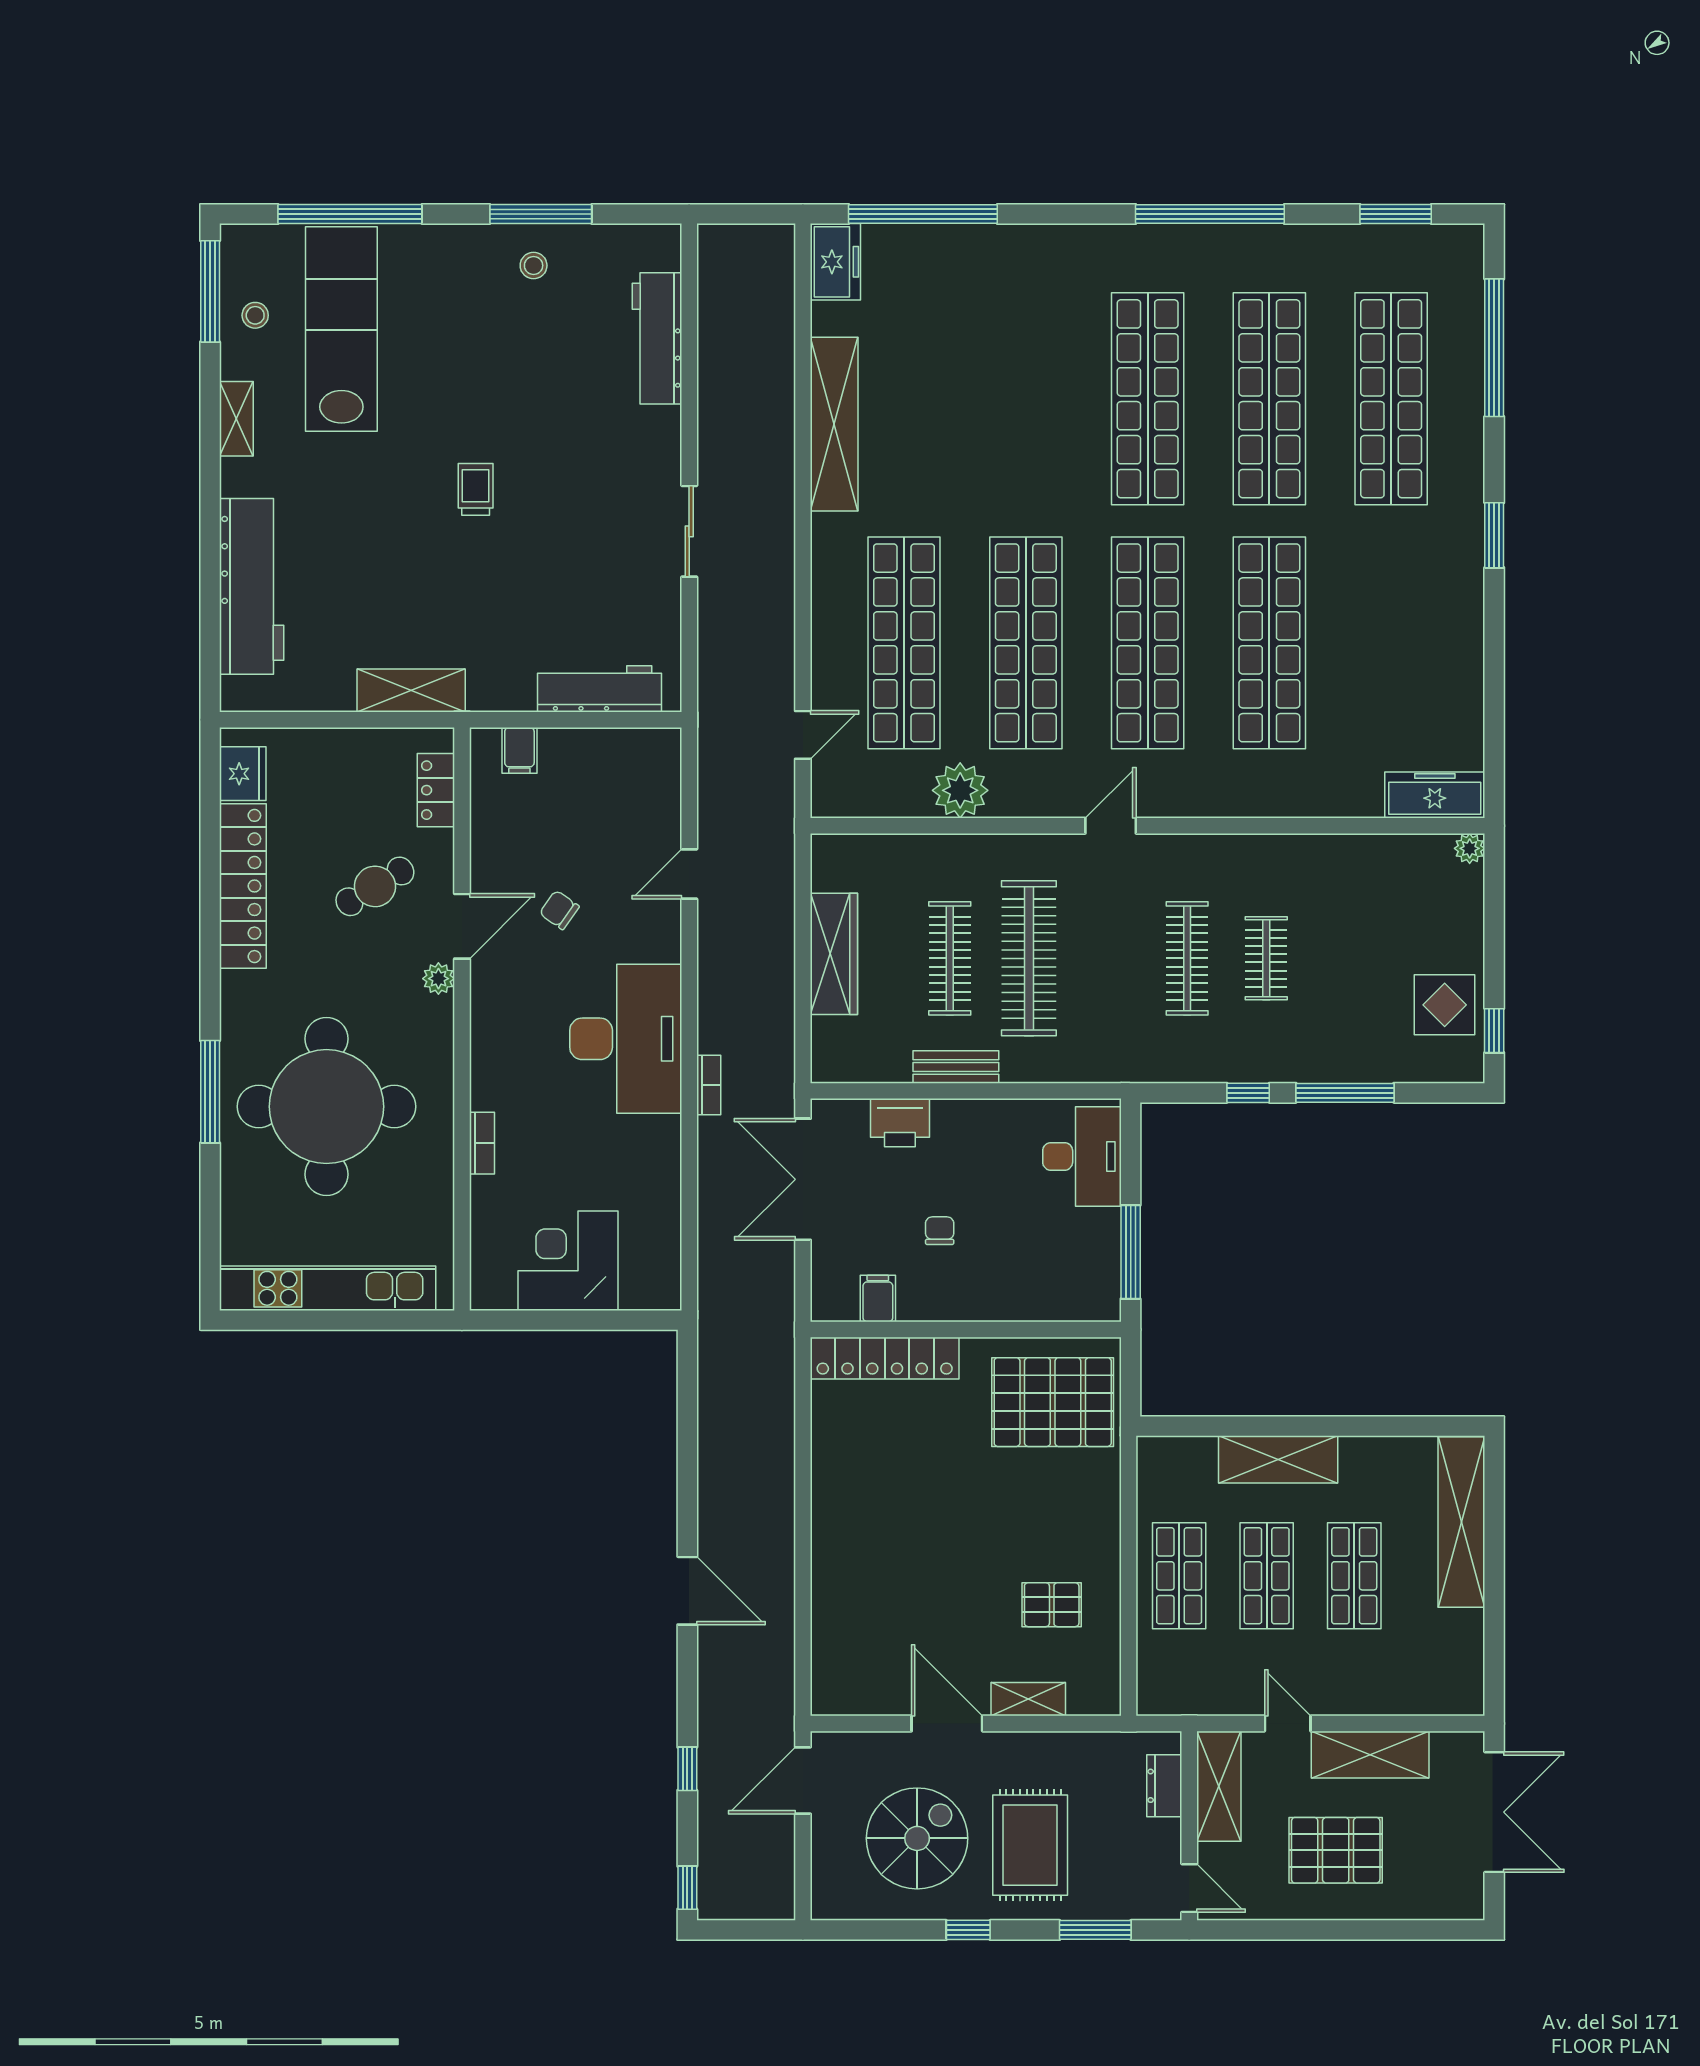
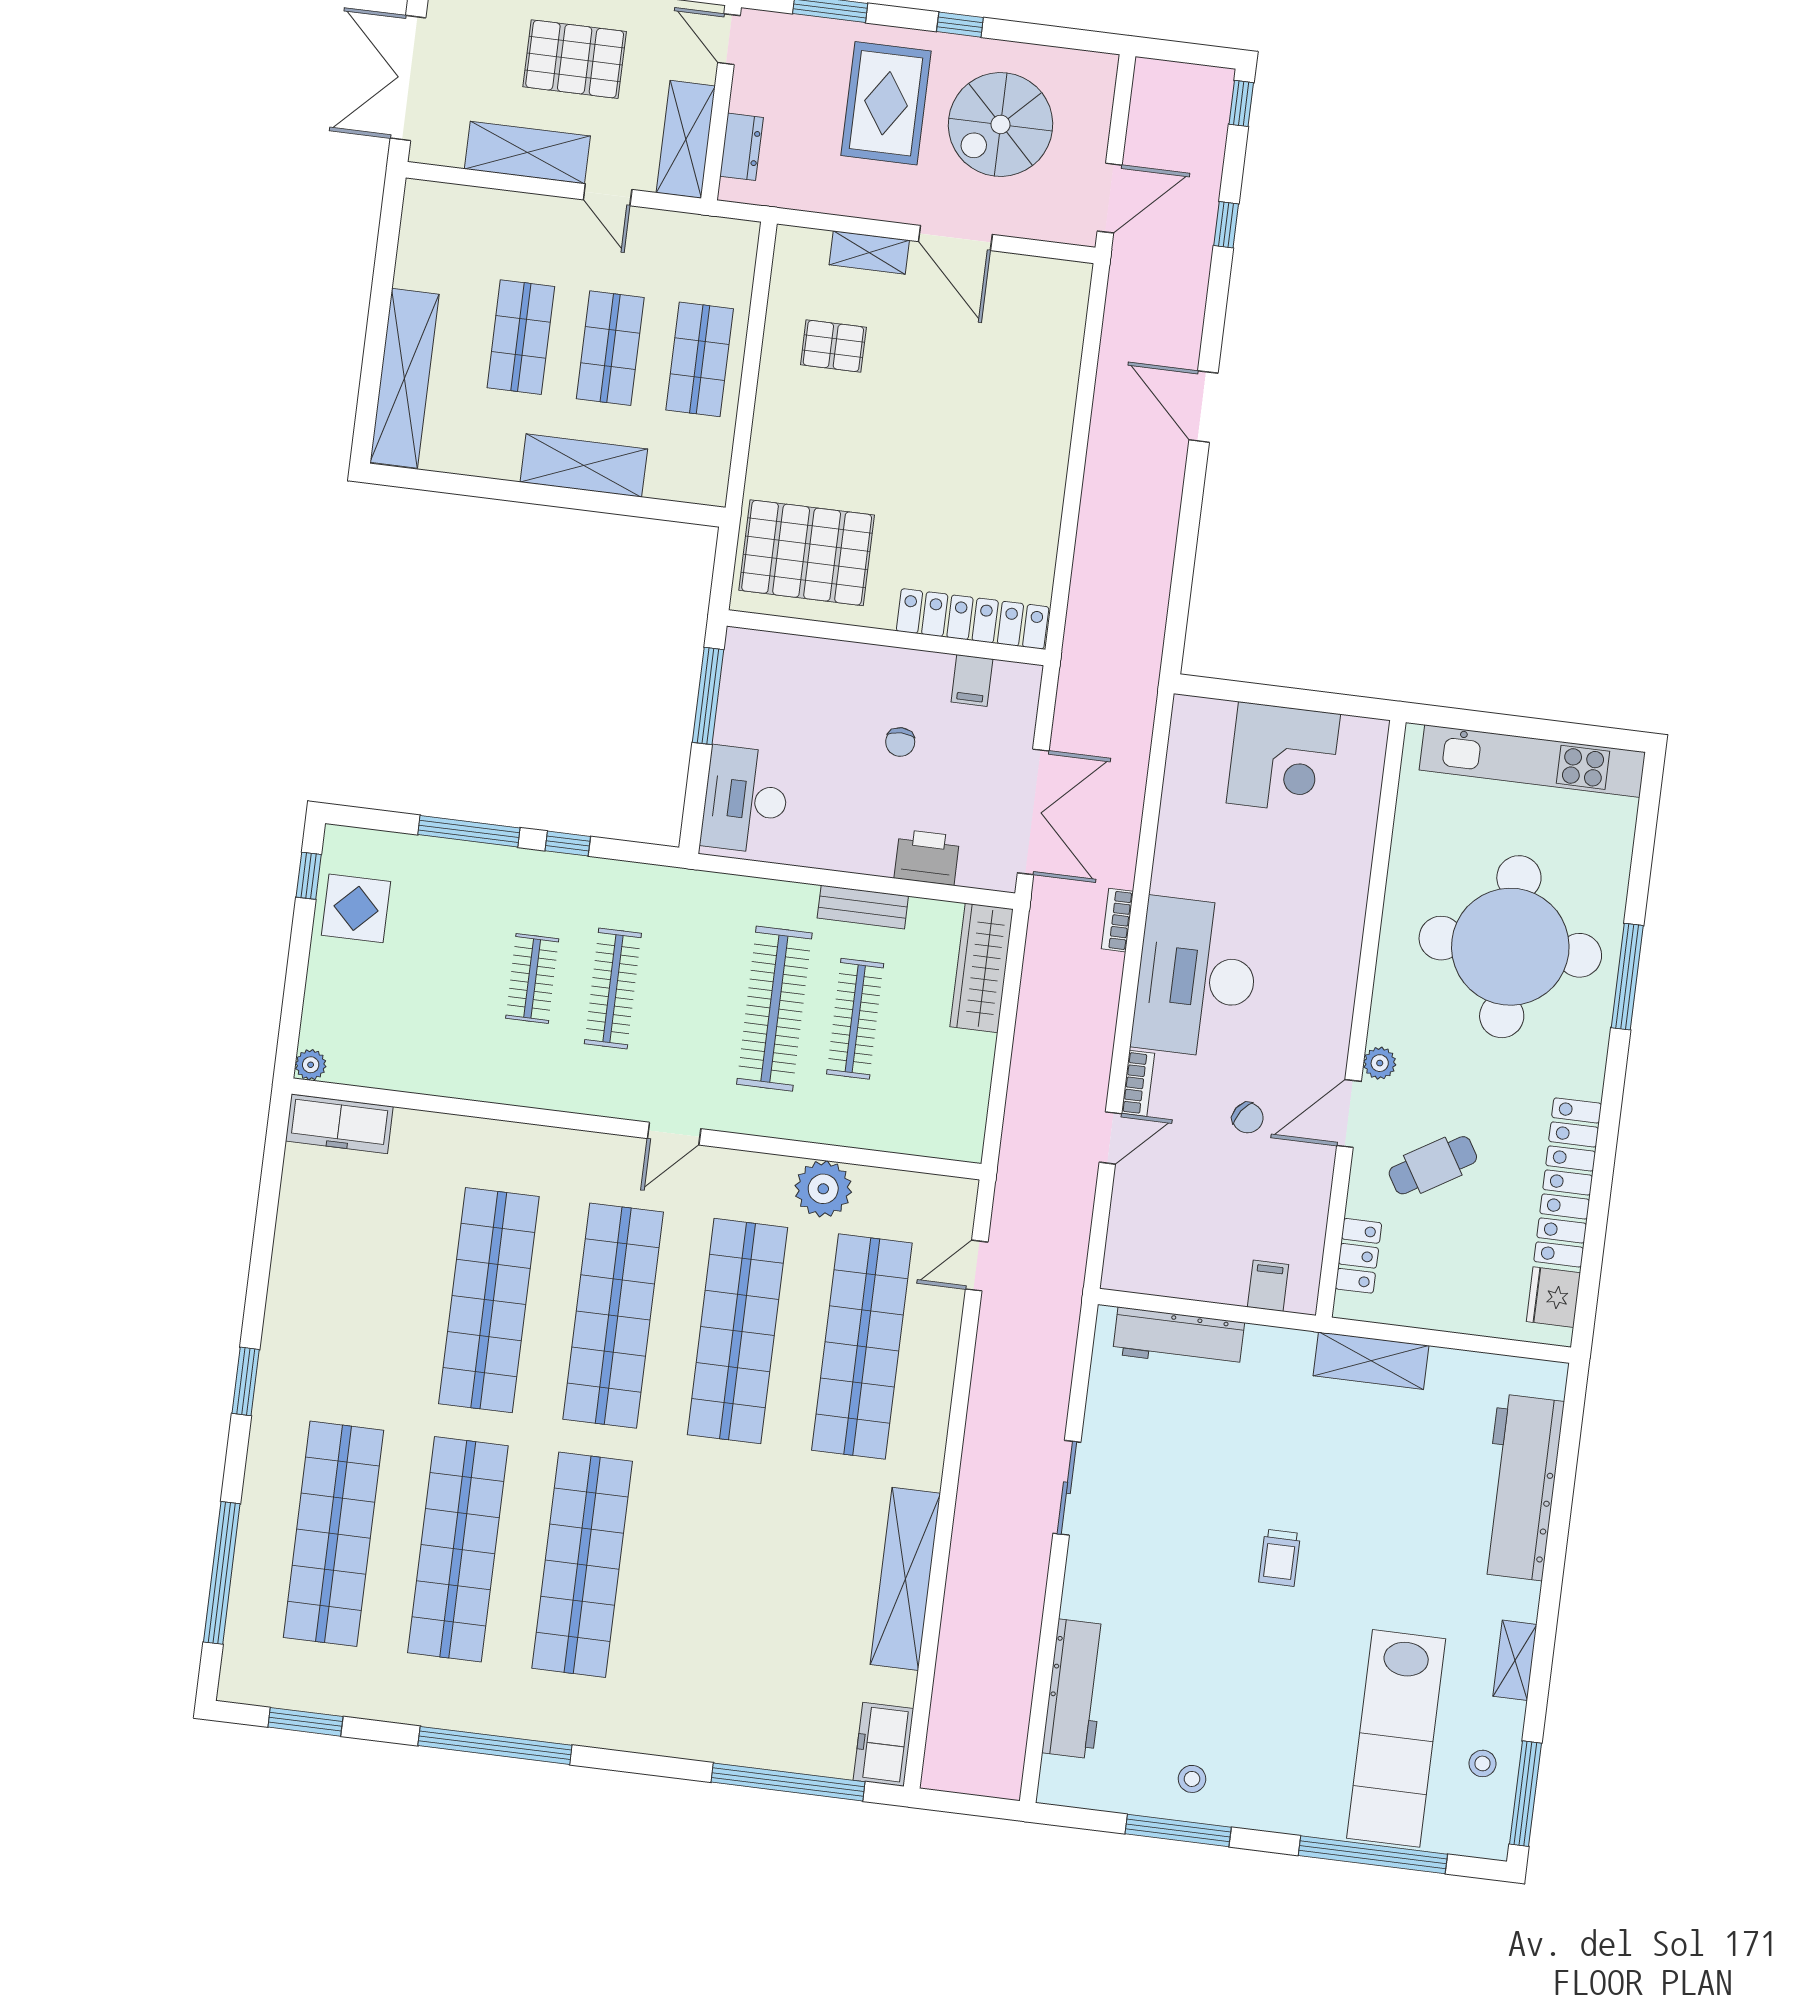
wardrobe: (834, 954) -> (982, 968), moved
bookcase: (482, 1143) -> (1138, 1083), moved, turned 180

